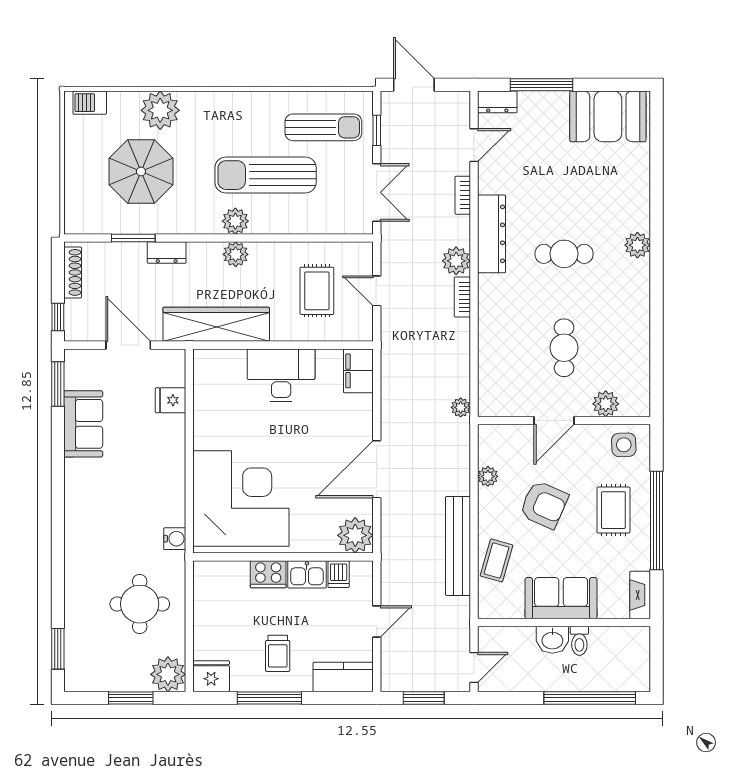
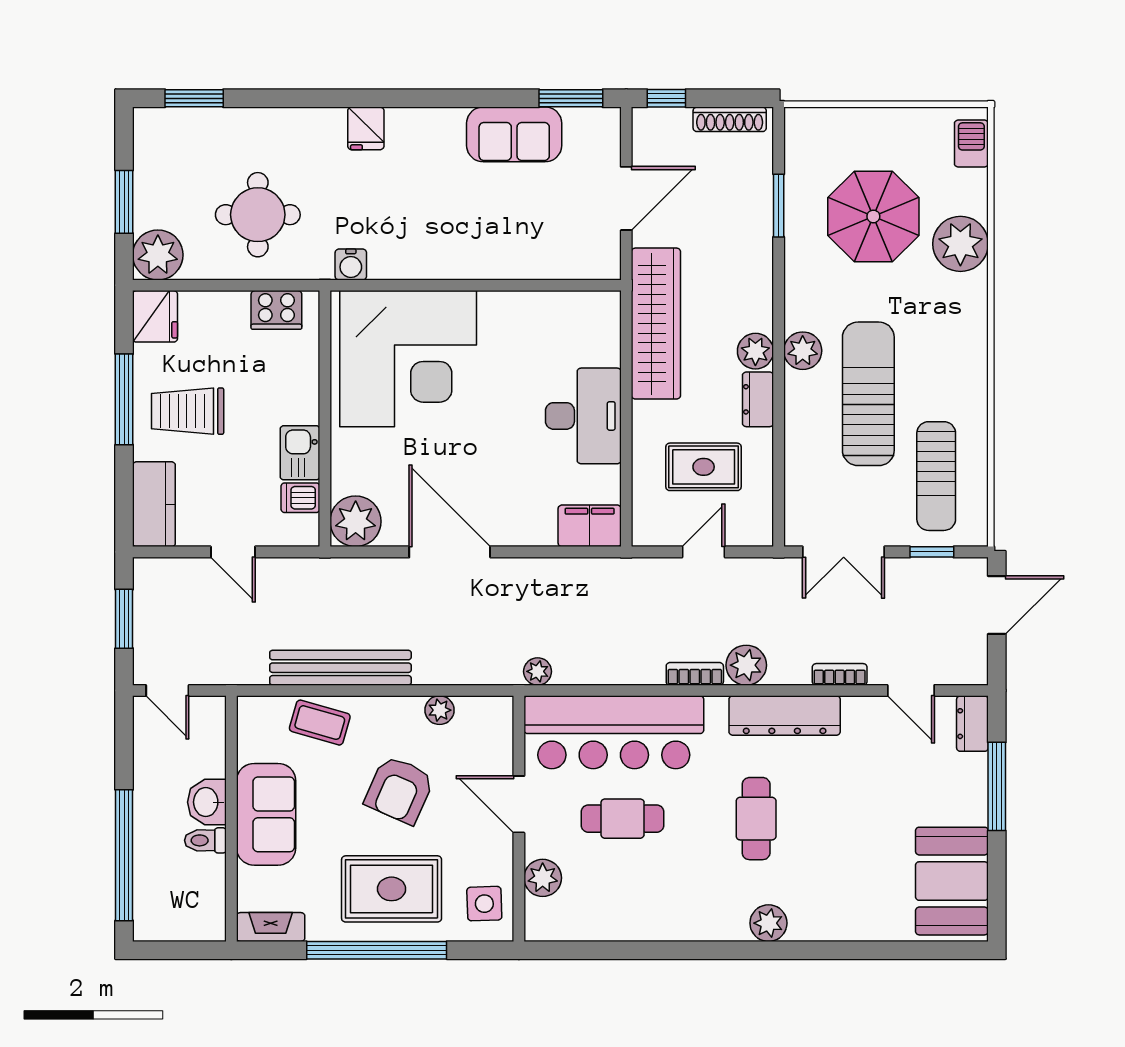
dresser: (167, 253) -> (758, 399), moved
bar counter: (503, 354) -> (614, 732), added
fridge: (171, 400) -> (366, 128), moved, turned 180
rug: (613, 510) -> (392, 889), width x1.36, depth x1.43
cooker: (268, 574) -> (276, 310), moved, turned -90
trolley: (278, 653) -> (188, 411), width x1.36, depth x1.39

